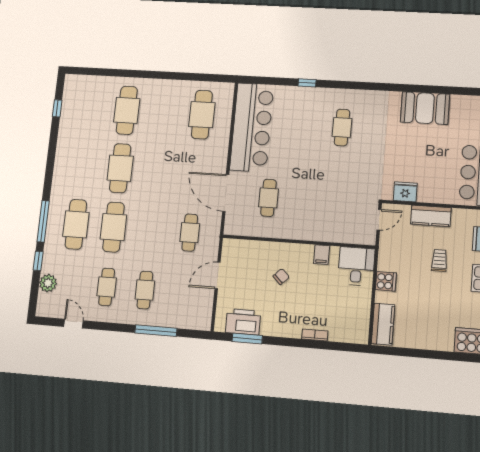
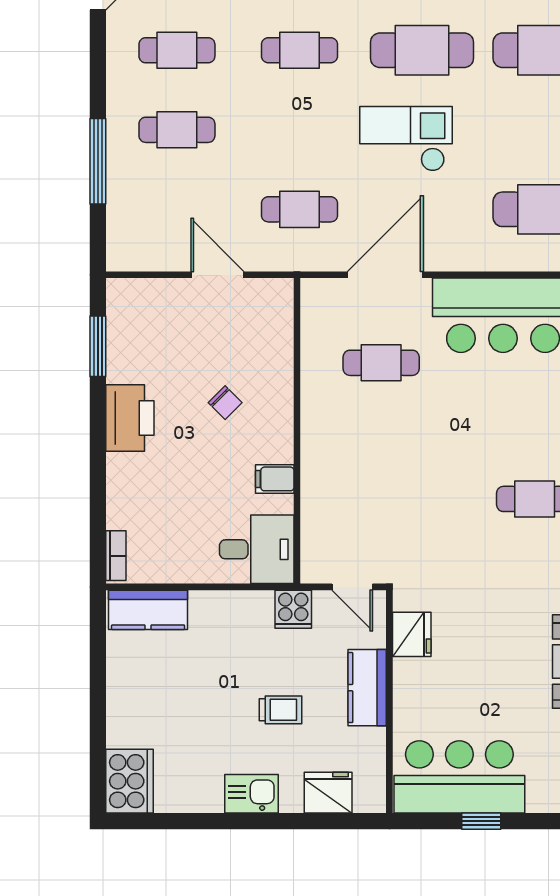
checkout: (161, 179) -> (406, 139), added
cafe table: (113, 227) -> (299, 50), width x0.73, depth x0.74
cooker: (386, 281) -> (293, 609), moved
printer: (243, 322) -> (130, 418), moved
bookcase: (315, 335) -> (116, 556), moved

